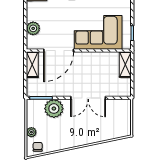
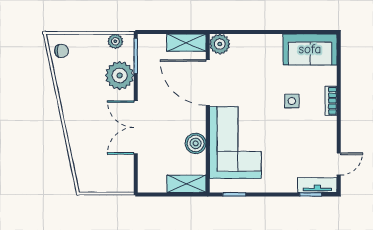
plant: (33, 28) -> (220, 44), moved
boiler: (99, 58) -> (196, 143), added
plant: (31, 132) -> (115, 41), moved

